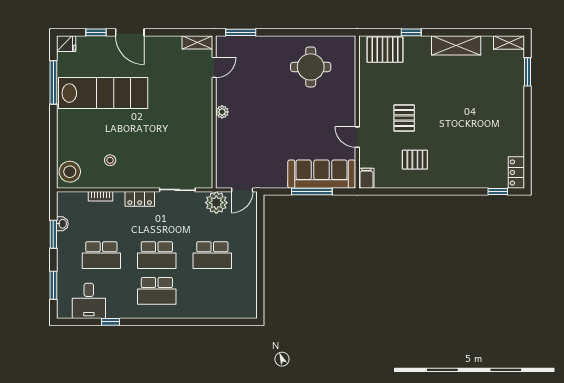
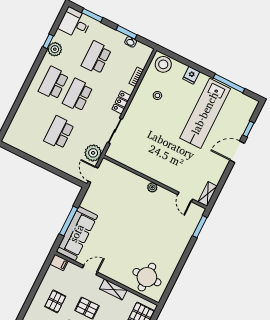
fridge: (66, 44) -> (191, 75), moved
round table: (311, 67) -> (147, 277), moved
shelving: (366, 98) -> (113, 289), added
desk: (89, 301) -> (75, 23), moved
plant: (116, 309) -> (55, 49), added

